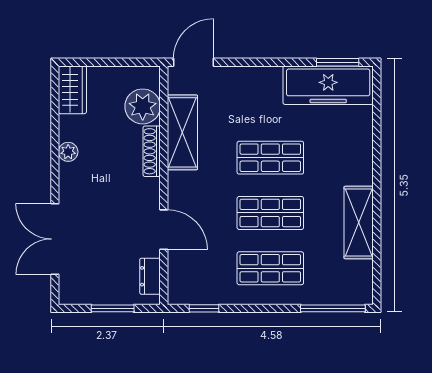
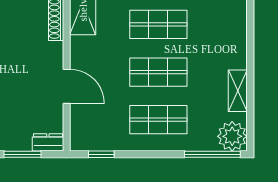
shelving: (359, 223) -> (238, 91), width x0.67, depth x0.75
dresser: (150, 276) -> (48, 142), moved, turned 90
plant: (356, 287) -> (232, 136), added

